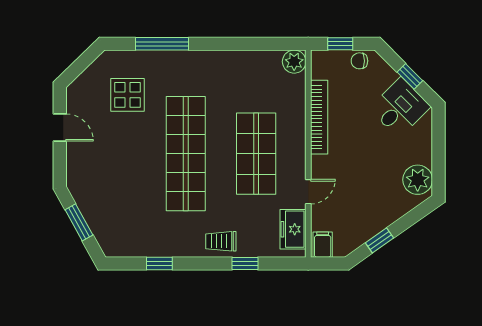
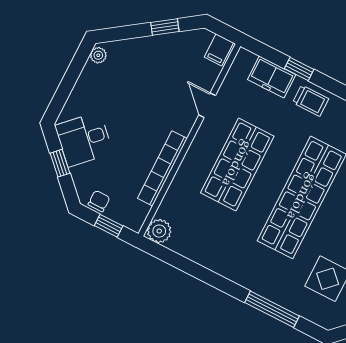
chair: (359, 61) -> (99, 201), turned -90
plant: (418, 180) -> (98, 55), width x0.53, depth x0.53
door: (308, 192) -> (207, 105), hinge flipped
freezer: (293, 229) -> (272, 77), moved, turned 90

